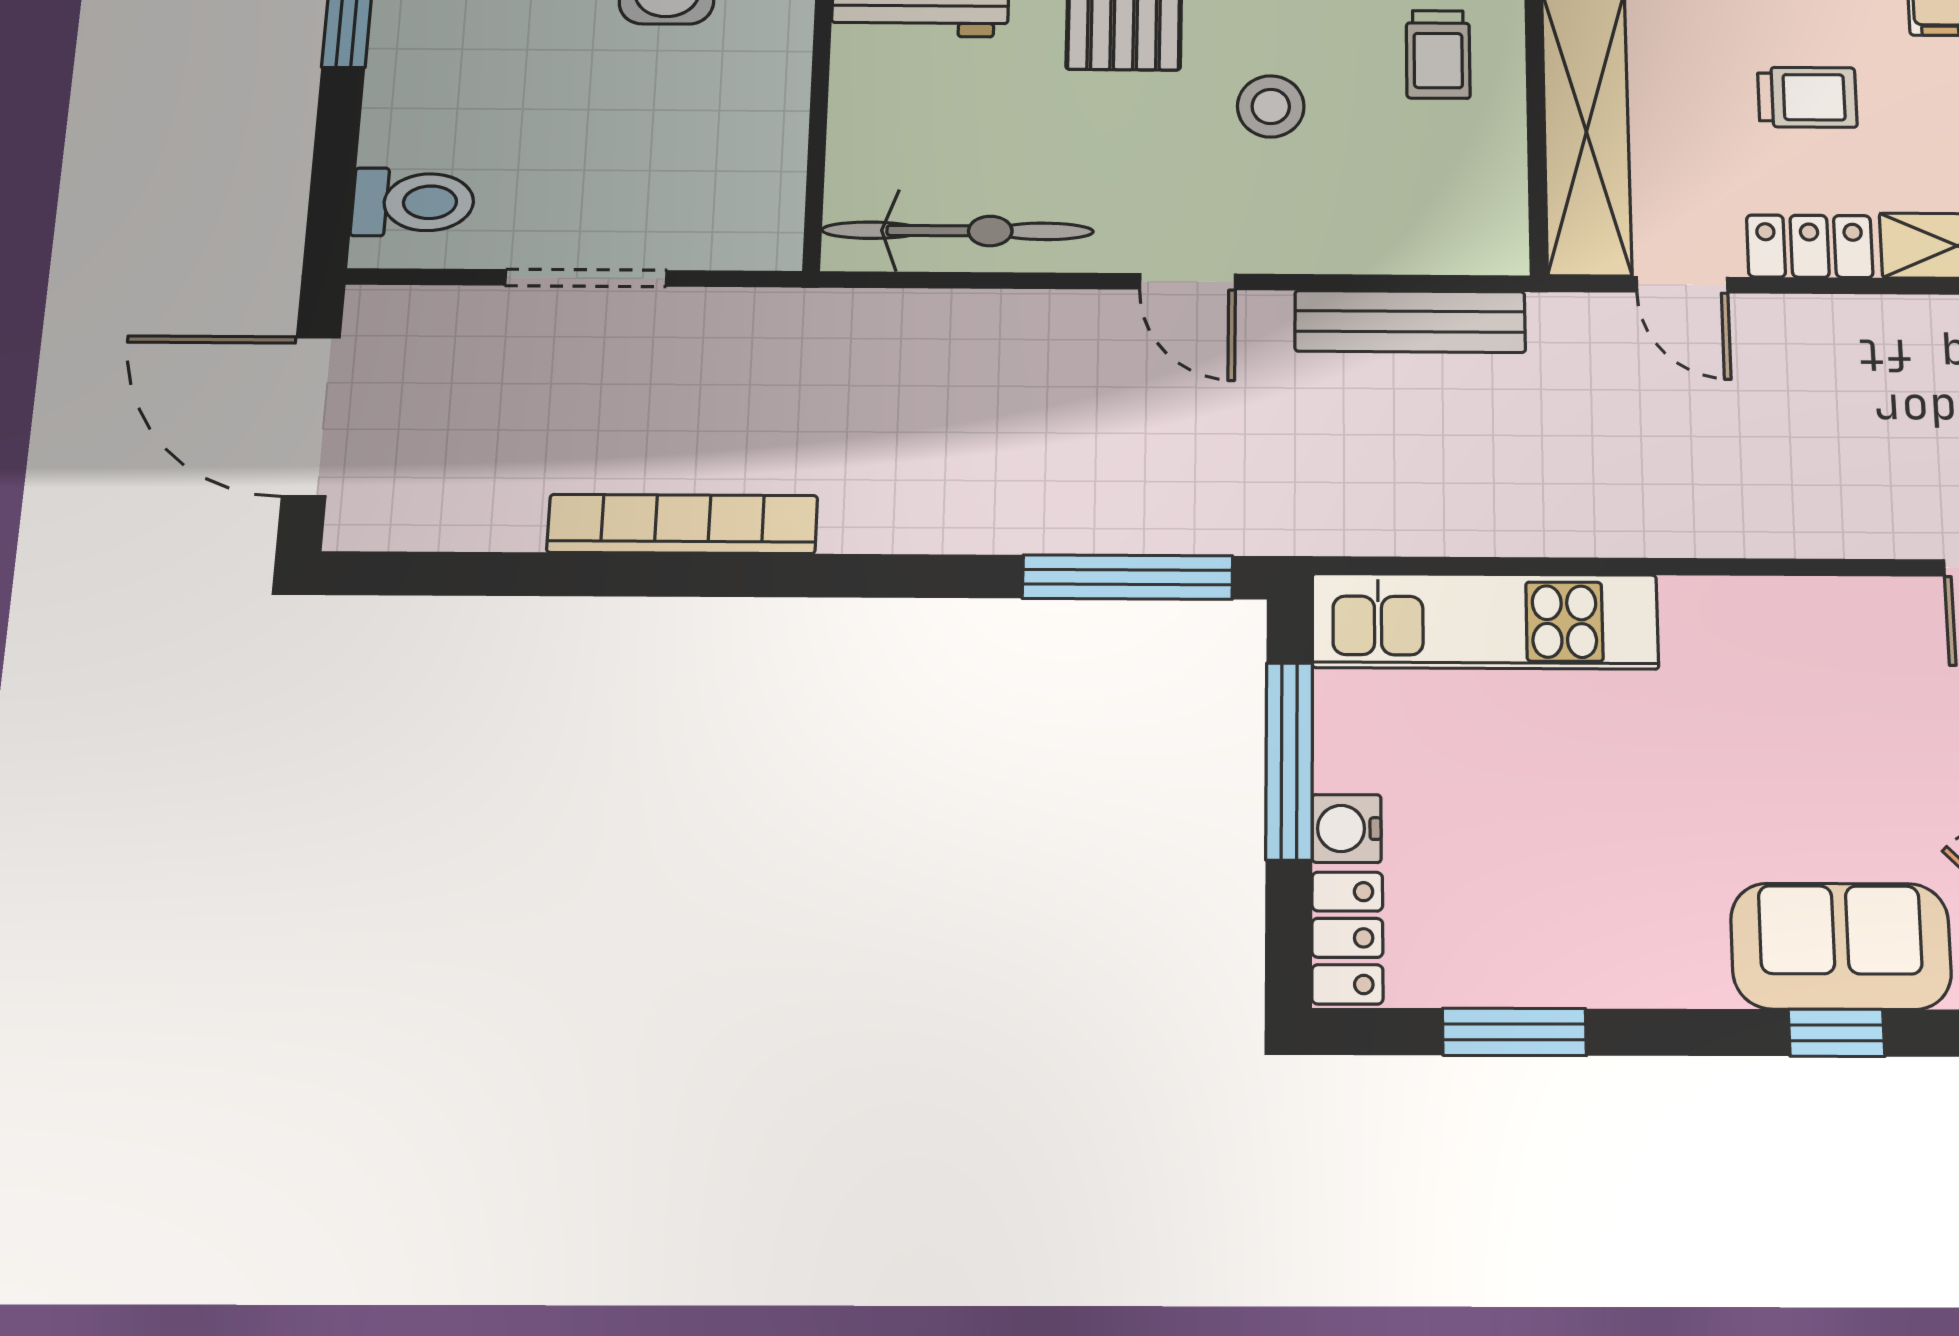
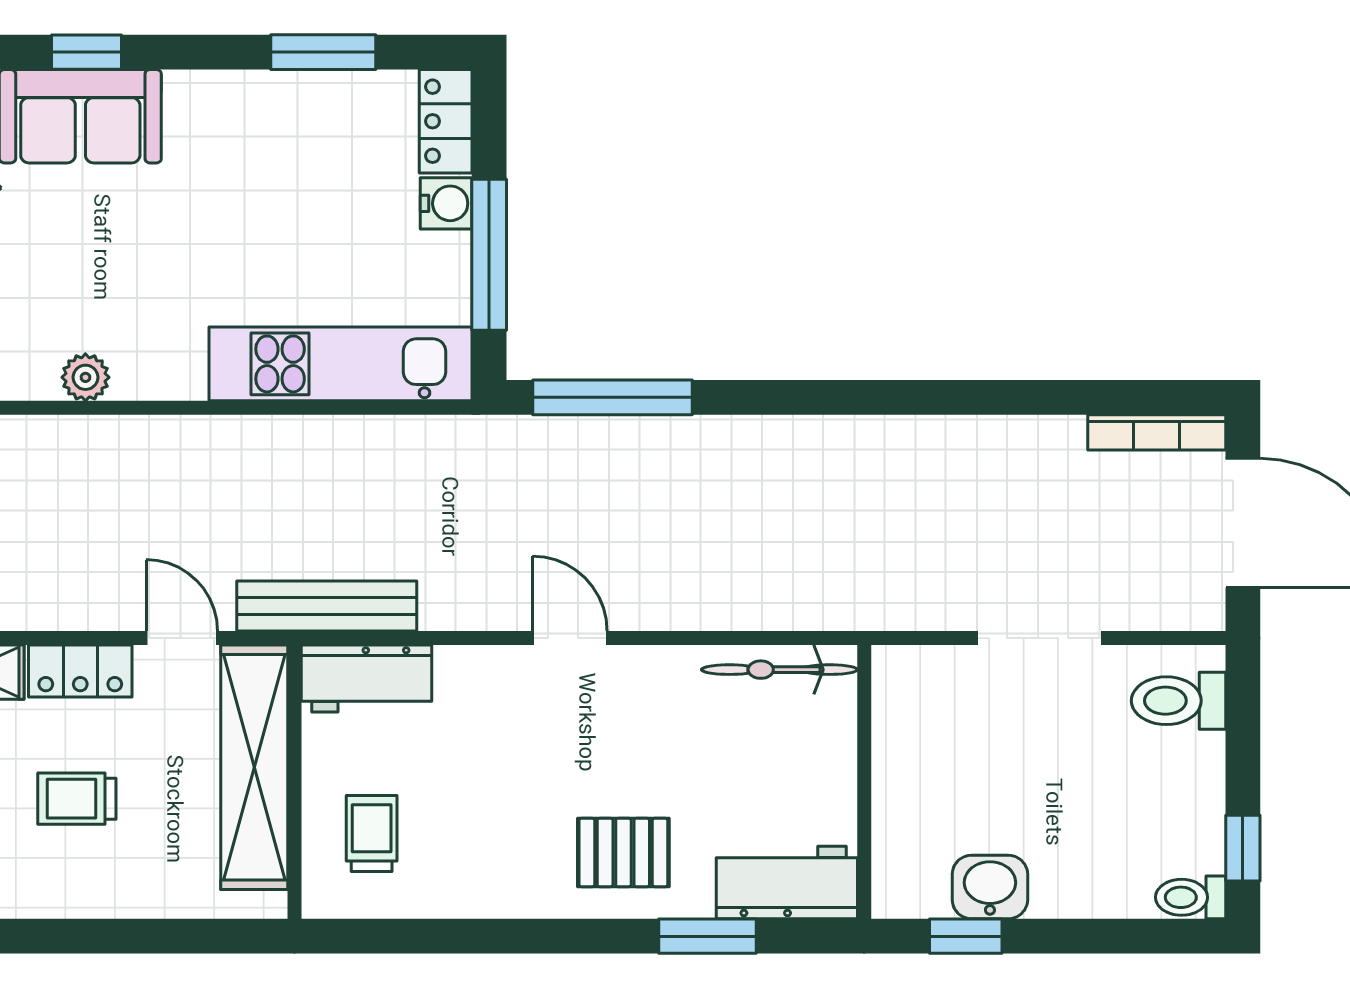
stool: (1271, 106) -> (505, 787), removed
bicycle: (958, 231) -> (779, 670), width x0.73, depth x0.71
workbench: (1447, 235) -> (366, 679), added
bench: (1410, 322) -> (327, 606), moved
bookcase: (682, 524) -> (1157, 432), moved, width x0.68, depth x0.76
plant: (1819, 606) -> (85, 377), added

